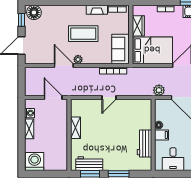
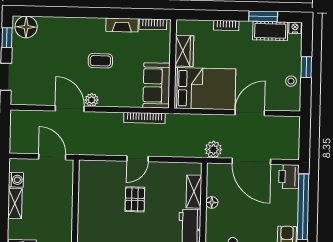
coffee table: (83, 34) -> (100, 61), width x0.54, depth x0.58
pallet: (108, 124) -> (135, 199), added
shelving: (75, 128) -> (194, 192), moved
filing cabinet: (162, 135) -> (216, 218), removed

